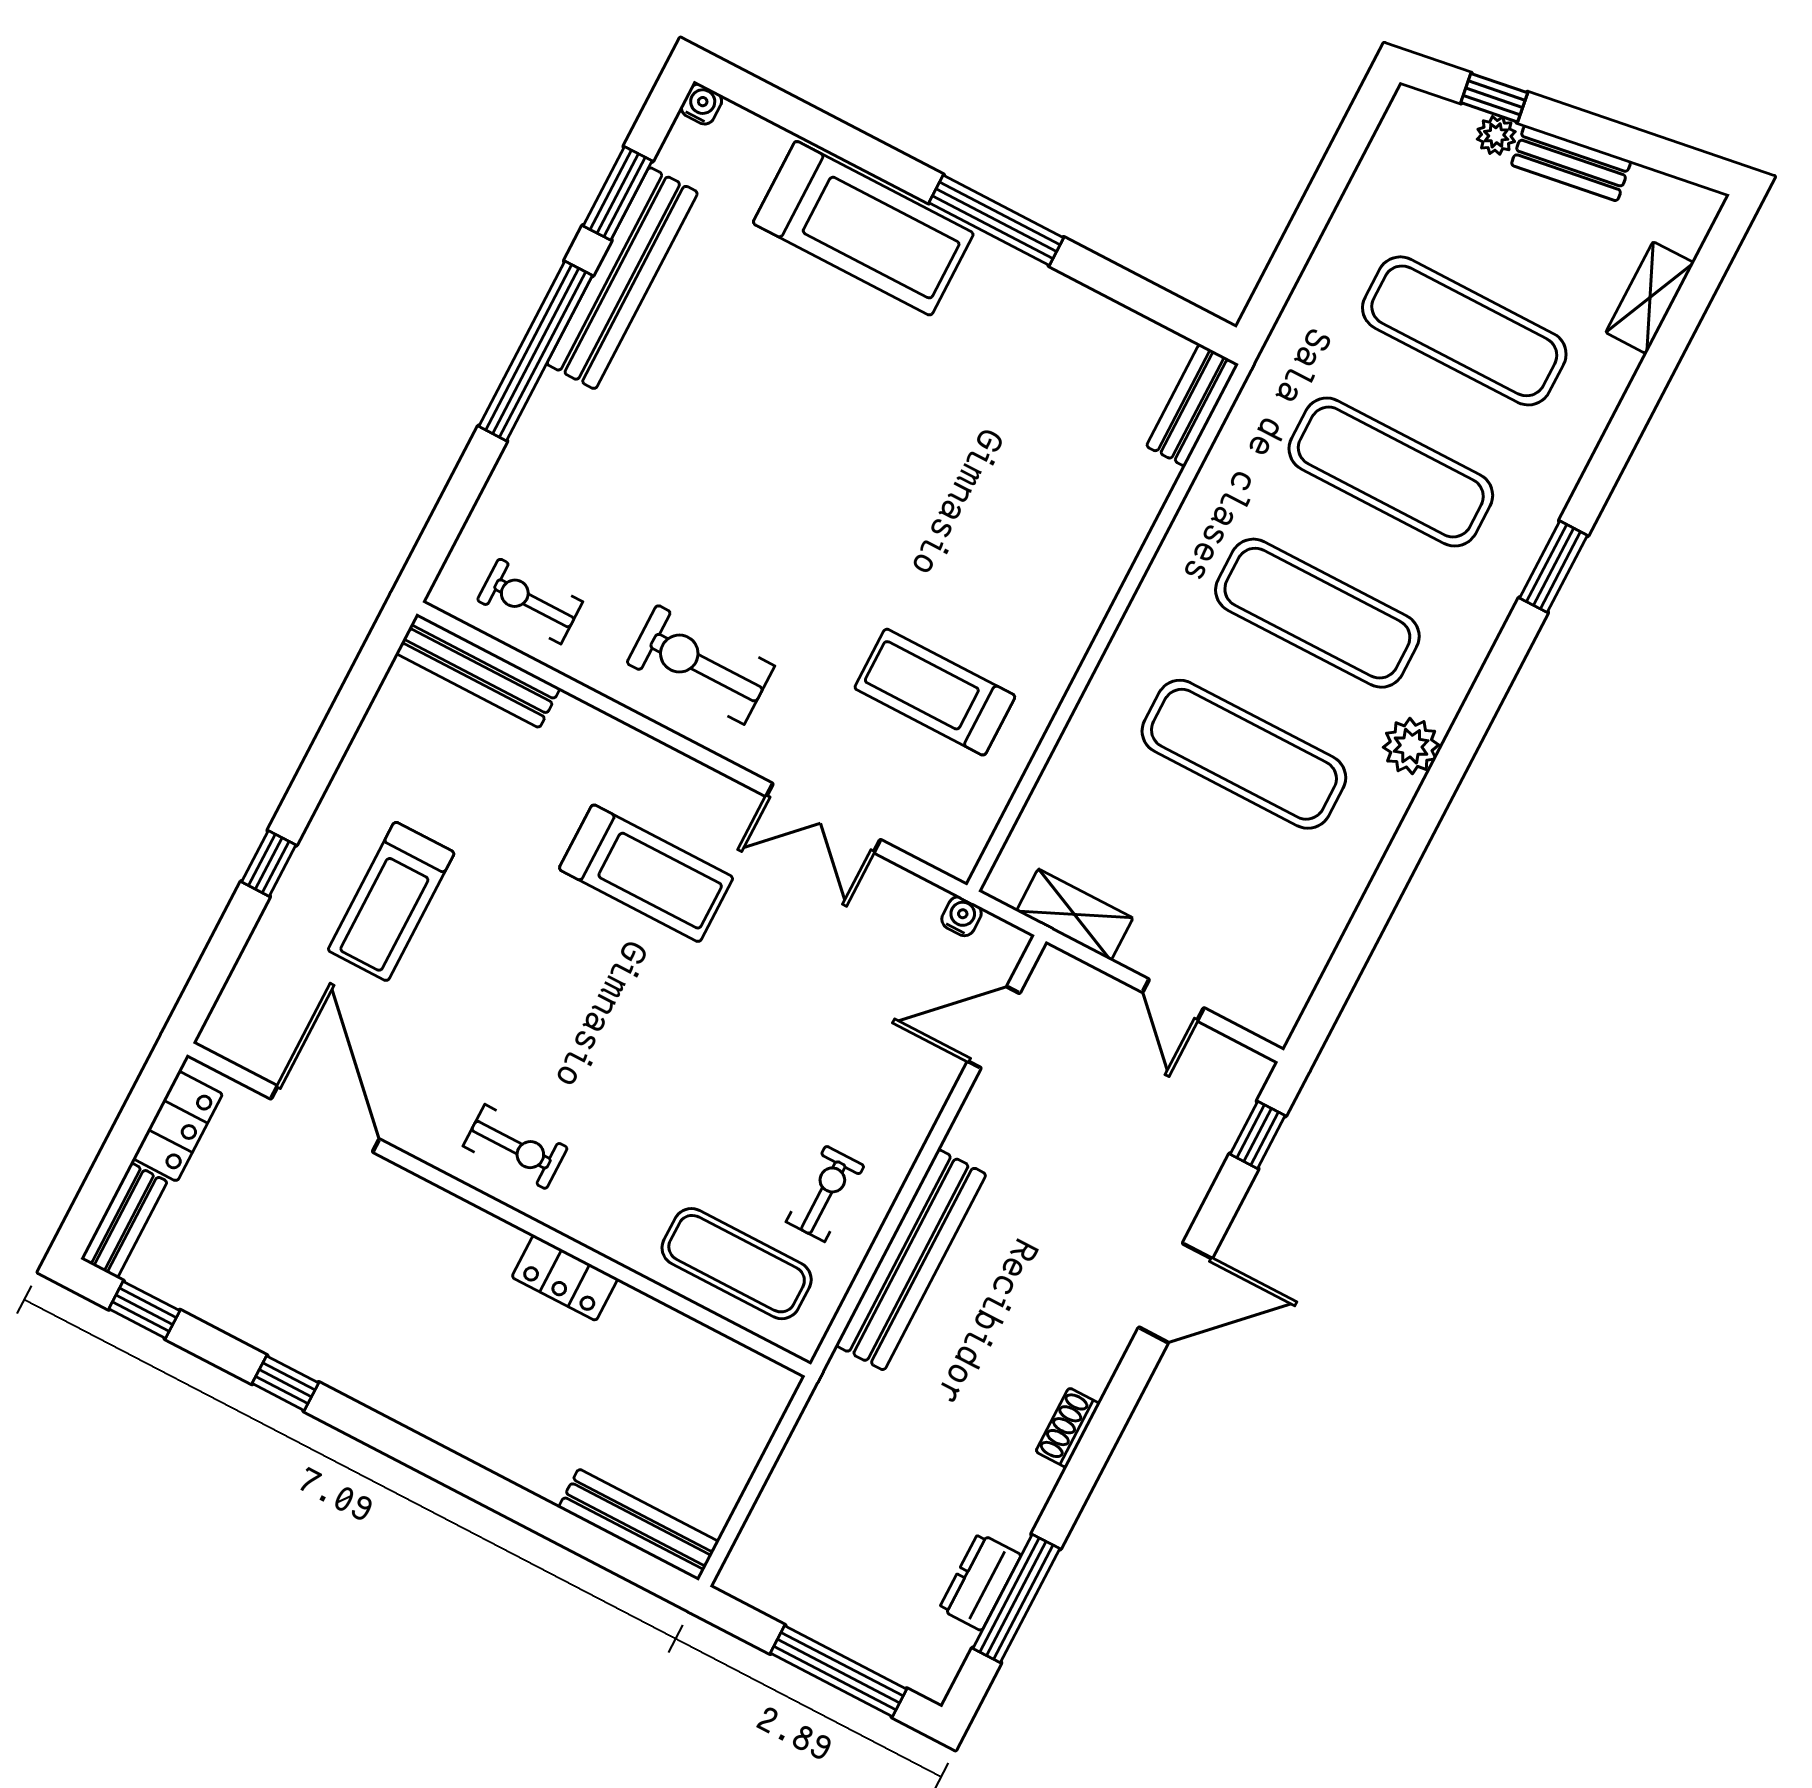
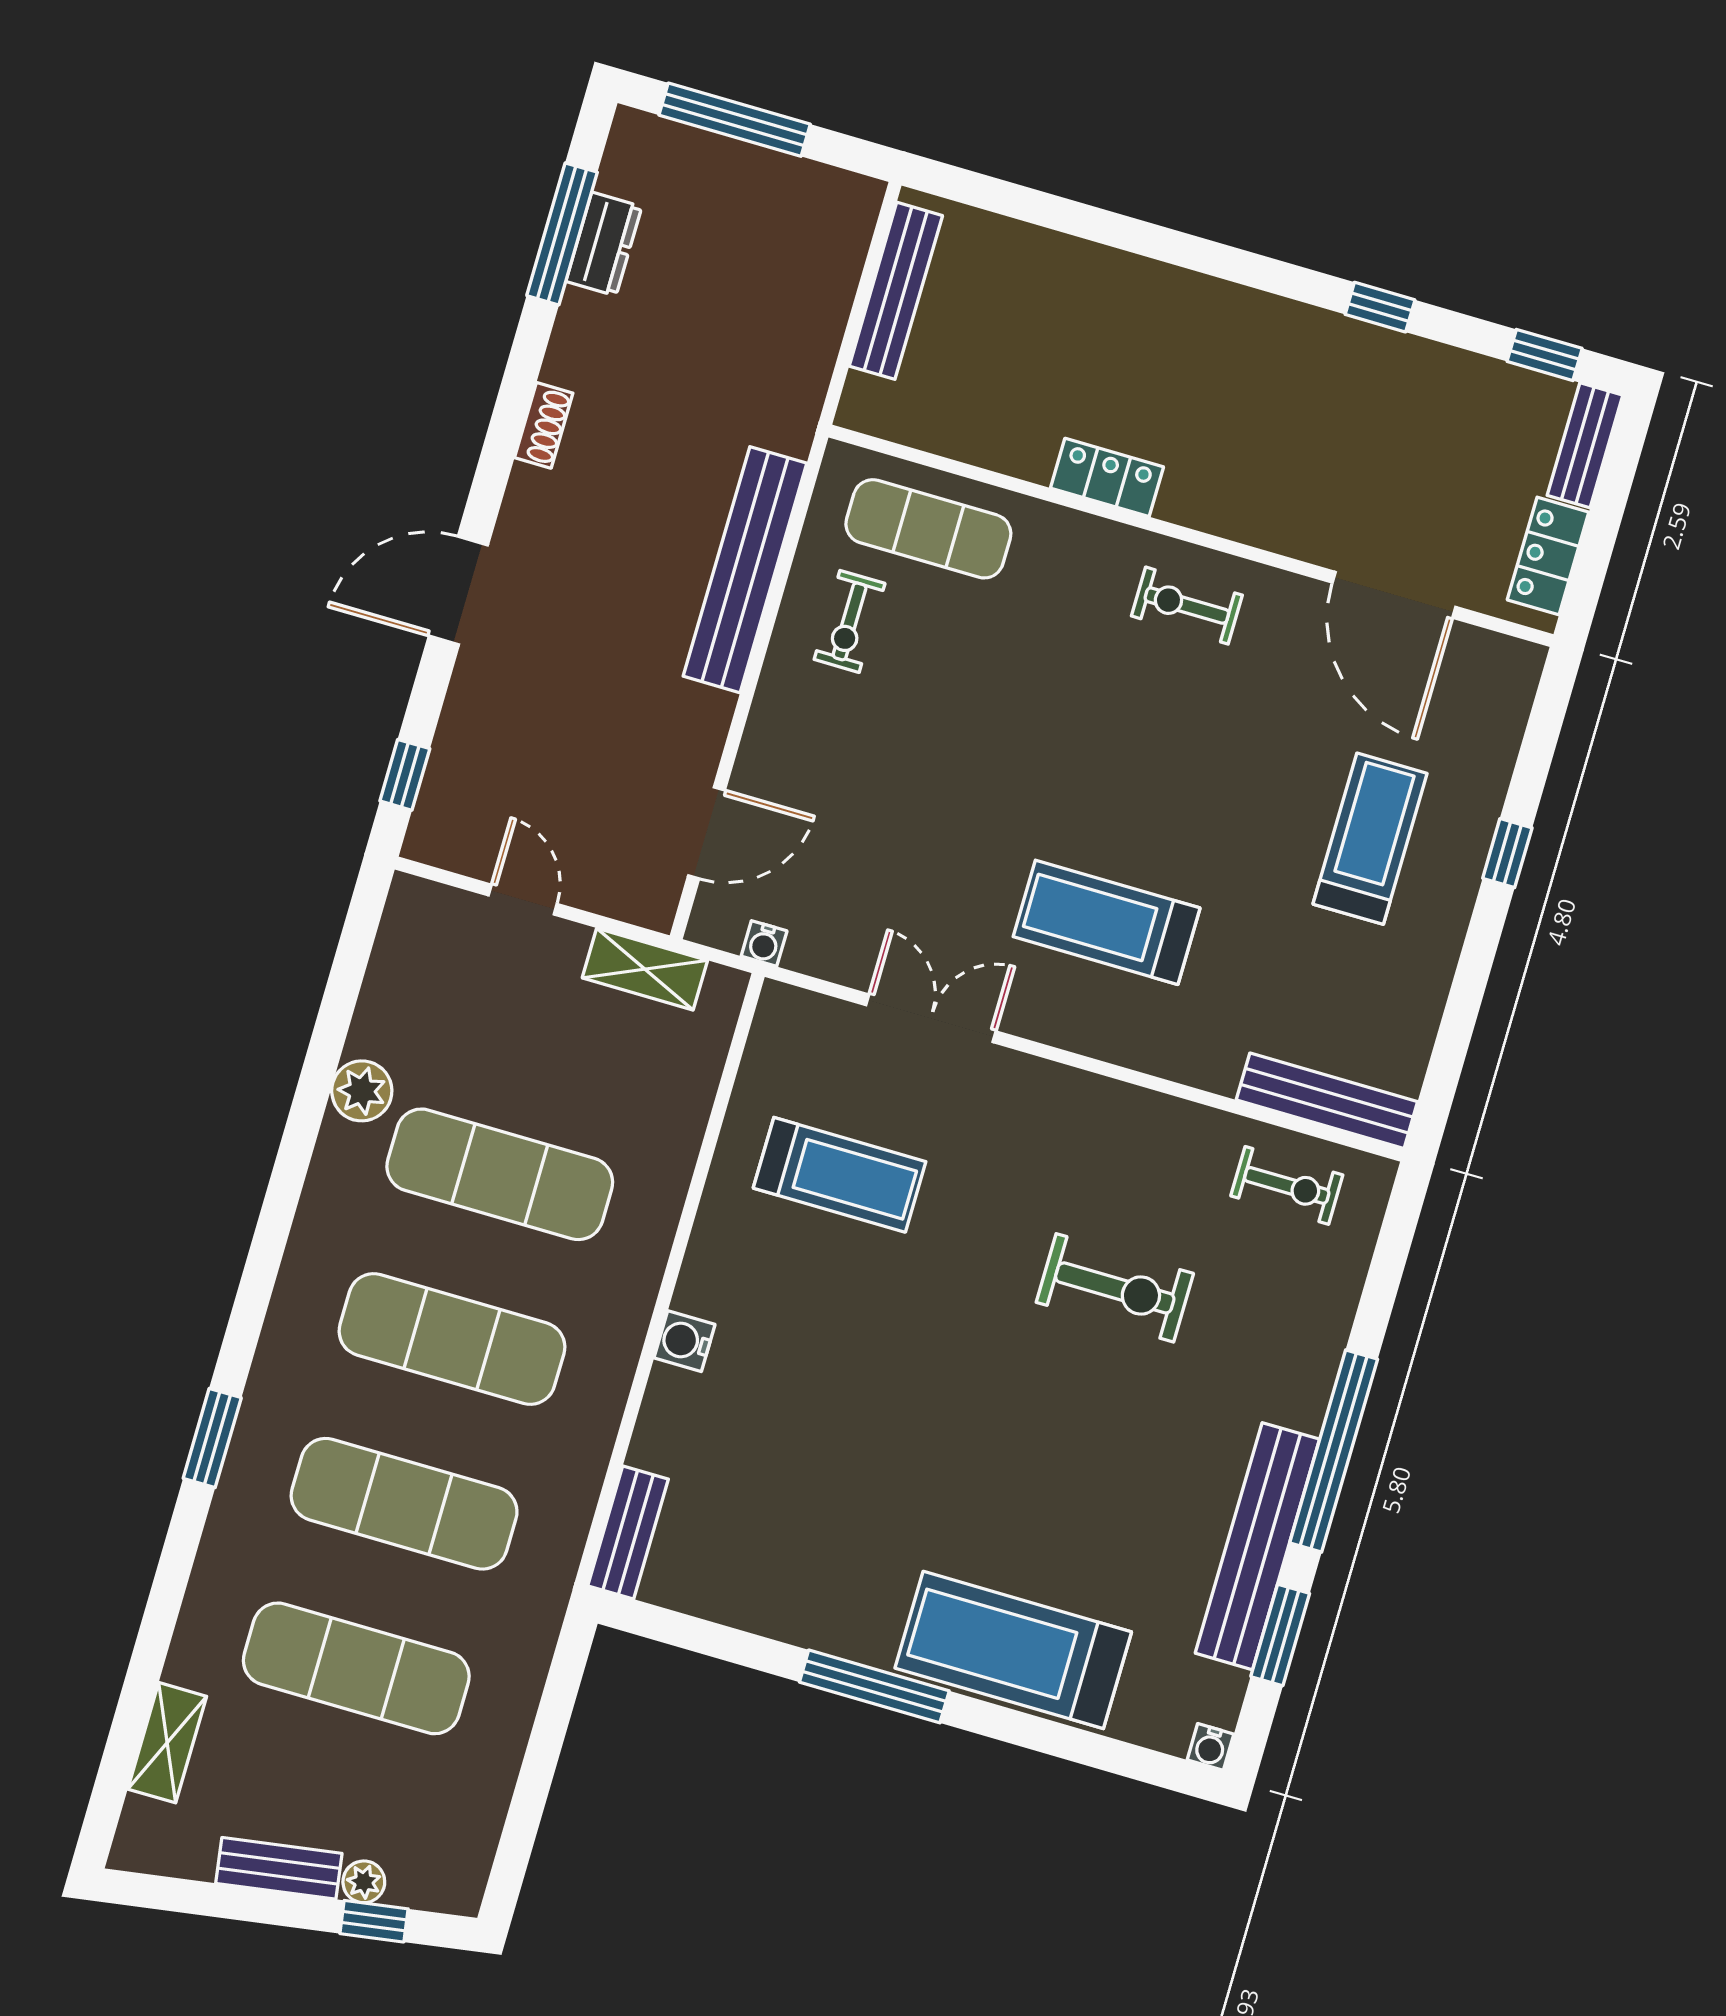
water cooler: (1106, 569) -> (685, 1341), added
exercise bike: (701, 665) -> (1115, 1288), moved
plant: (1411, 746) -> (362, 1091), moved
bench: (639, 1525) -> (896, 291), moved, turned 90

